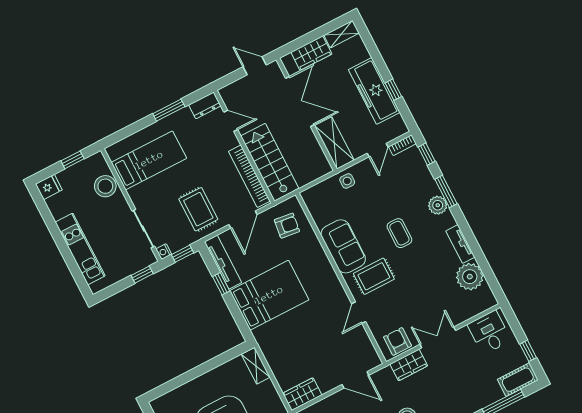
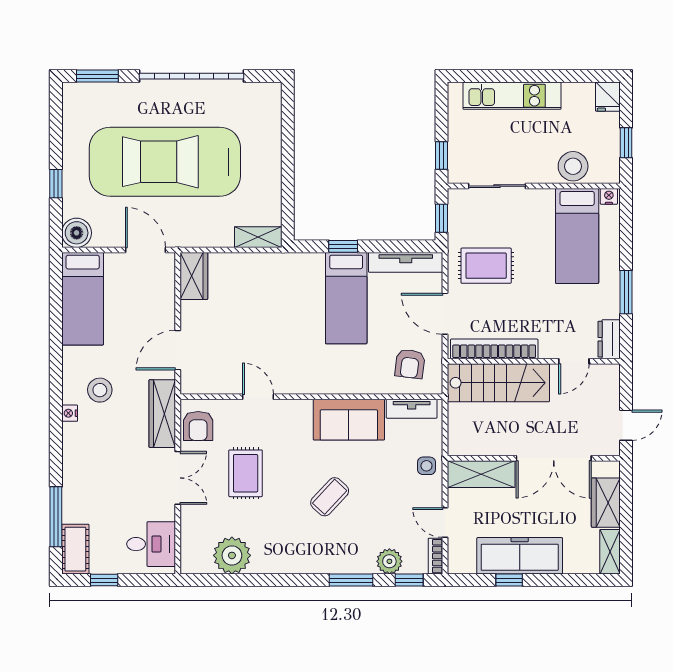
plant: (438, 205) -> (389, 561), moved
coffee table: (399, 233) -> (330, 497), turned -47
tv unit: (460, 244) -> (412, 409), moved, turned 180
nightstand: (164, 252) -> (609, 196), moved
rug: (374, 276) -> (246, 473), moved
window: (221, 284) -> (343, 246), moved
bed: (269, 295) -> (346, 298), width x0.67
armchair: (397, 341) -> (198, 426), turned 90
wardrobe: (409, 365) -> (162, 414), width x1.50

